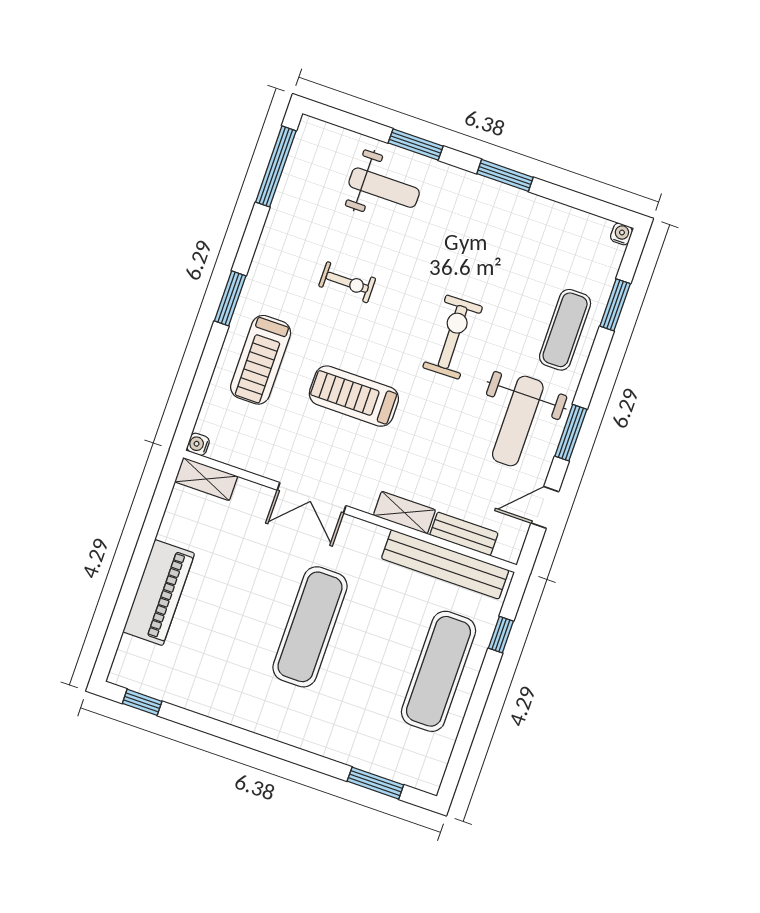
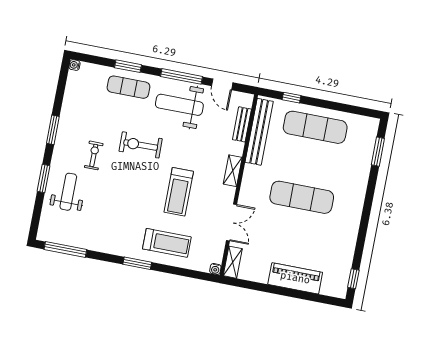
exercise bike: (347, 282) -> (94, 155), moved
window: (615, 305) -> (128, 66), moved
weight bench: (518, 421) -> (179, 105), turned 180
window: (571, 433) -> (181, 76), width x1.44
double door: (312, 498) -> (232, 222), moved
shelving: (404, 513) -> (233, 171), moved

